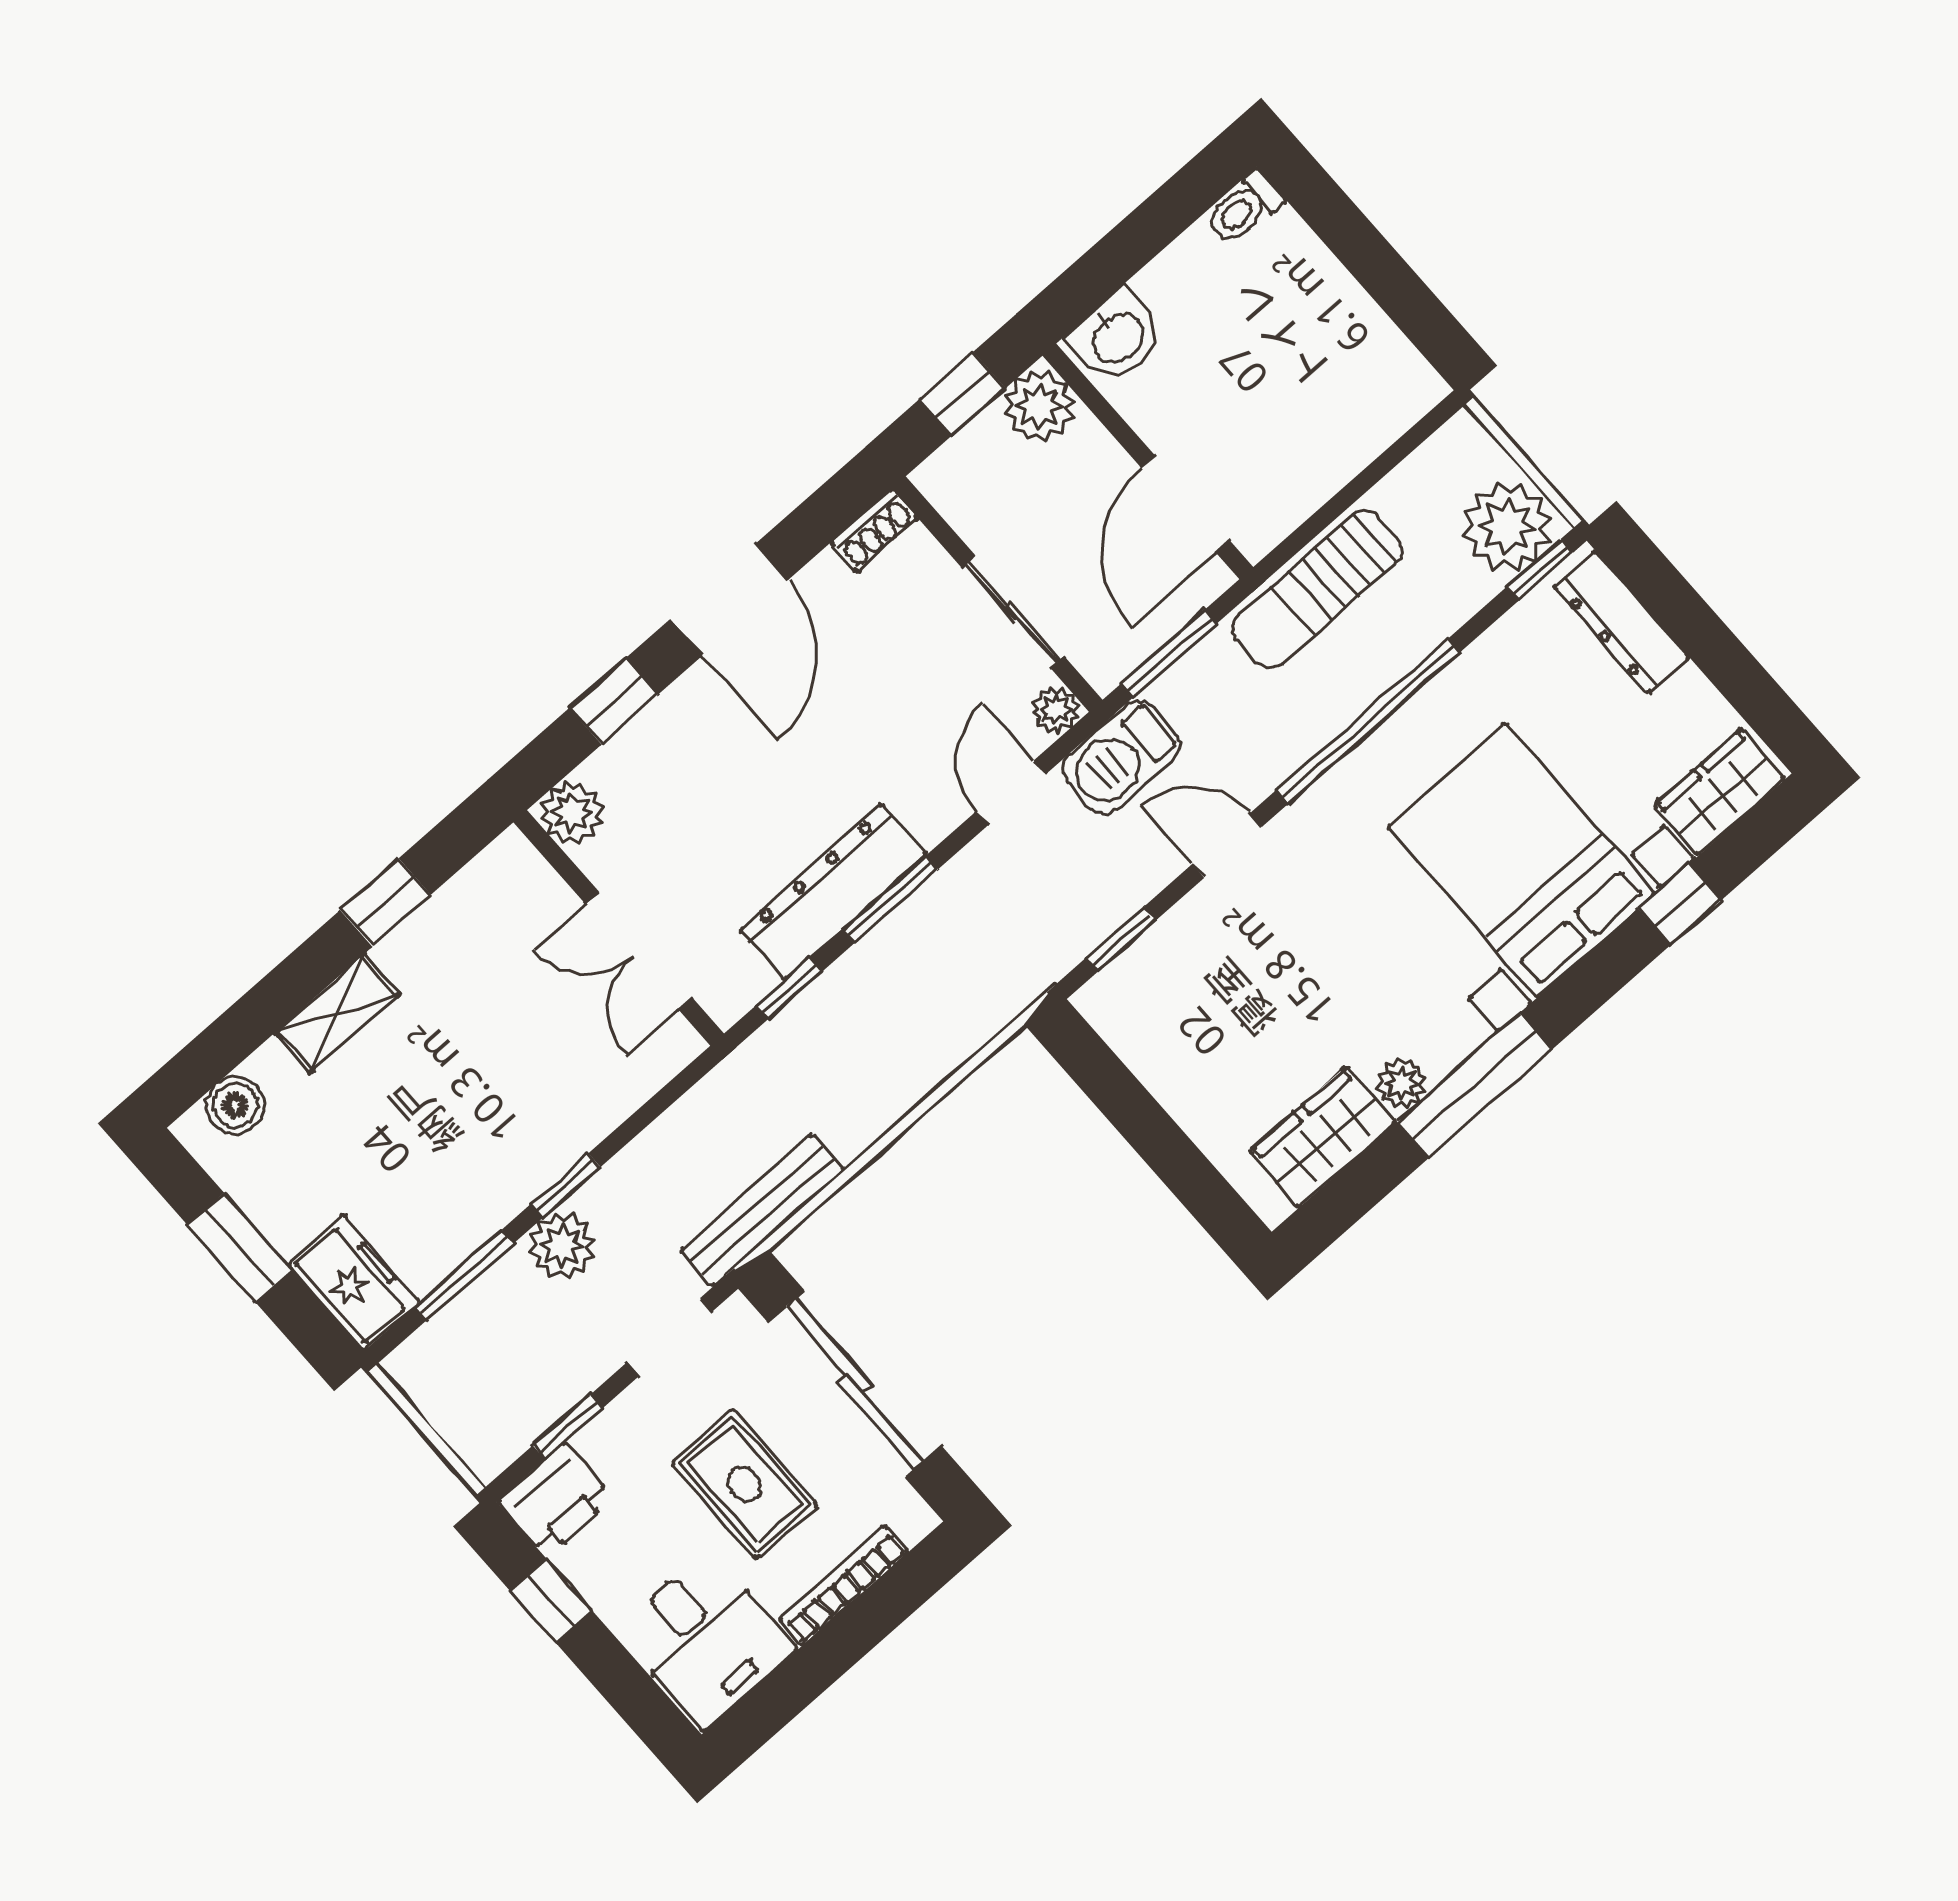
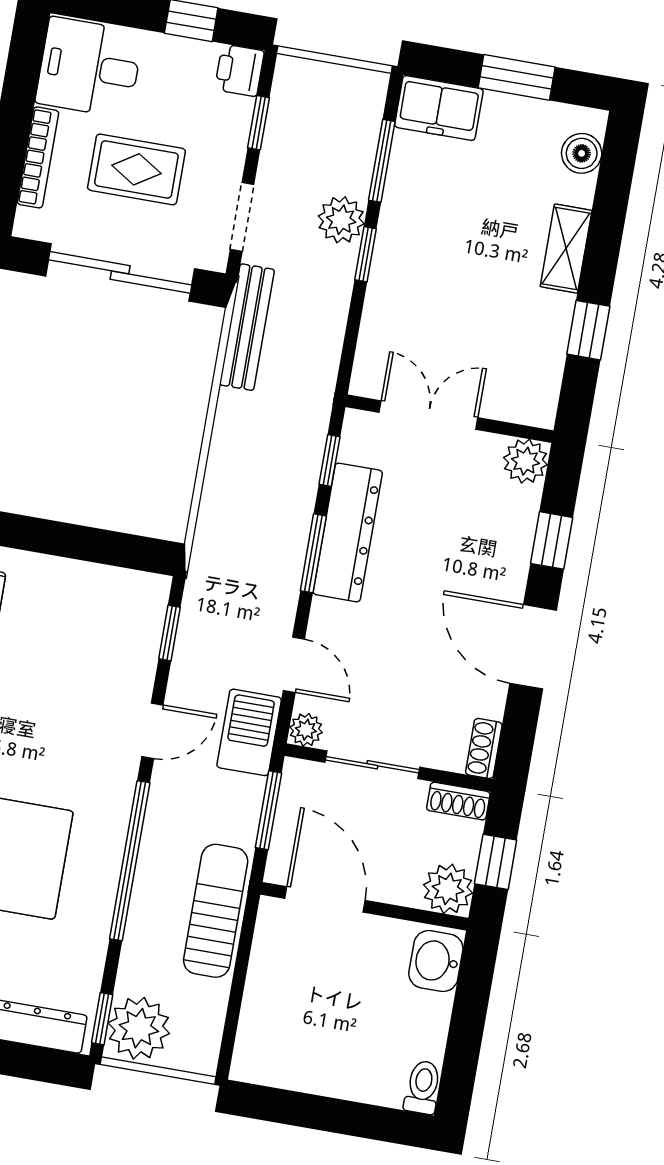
shoe rack: (950, 495) -> (458, 801), added
printer: (556, 1500) -> (239, 70), width x0.73, depth x0.81

